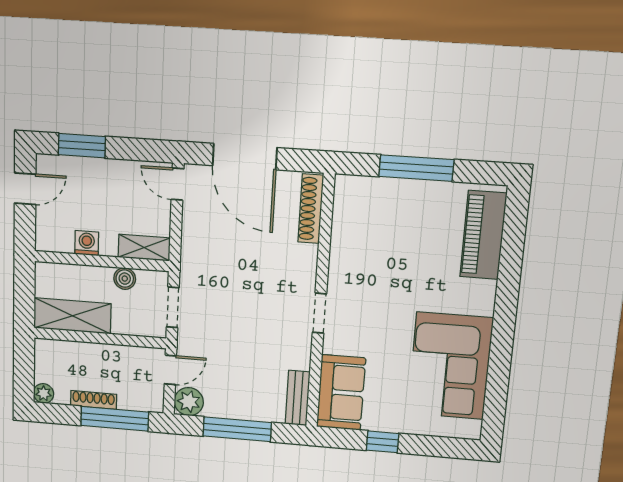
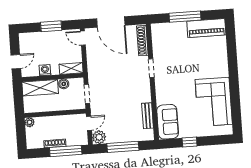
window: (82, 146) -> (51, 26), moved
door: (25, 189) -> (16, 62), moved
piano: (483, 235) -> (206, 28), moved, turned -90
doorway: (319, 313) -> (151, 68), moved
shelving: (72, 316) -> (40, 88), moved
plant: (44, 393) -> (30, 122), moved
bench: (298, 398) -> (148, 116), moved

